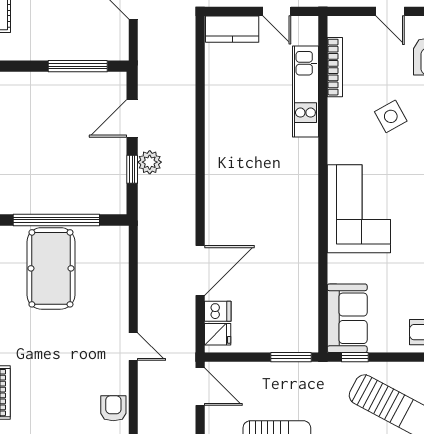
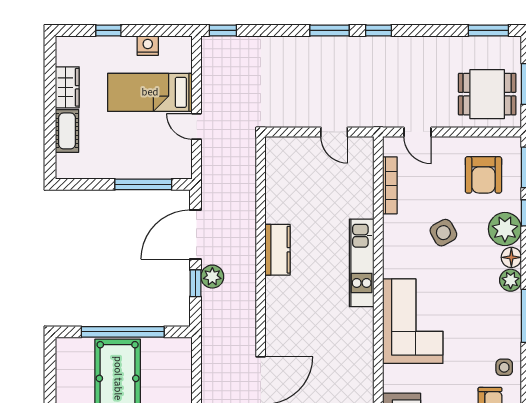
door: (390, 11) -> (418, 132), moved
kitchen counter: (232, 29) -> (278, 250), moved, turned -90
kitchen unit: (305, 92) -> (362, 263), moved
door: (132, 118) -> (195, 234), width x1.36

